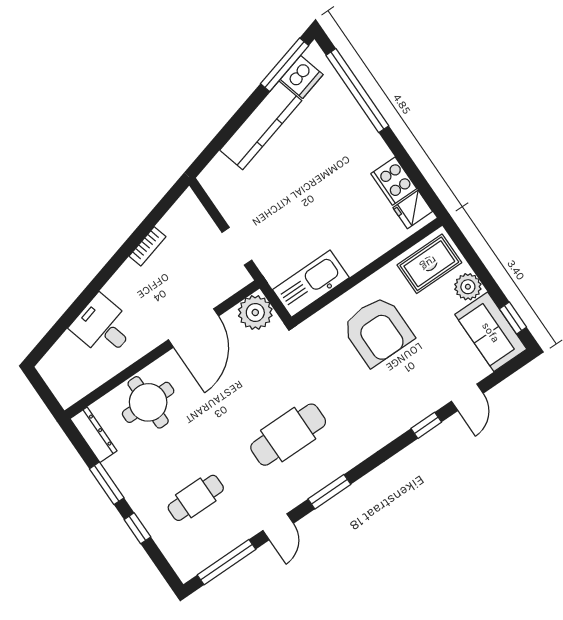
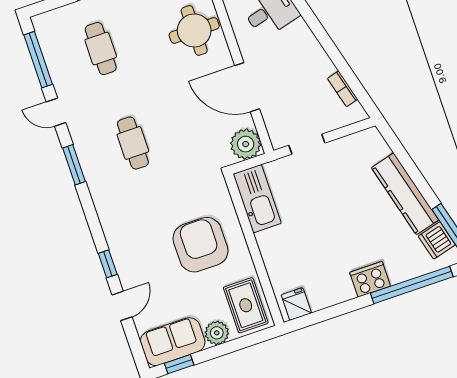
cooker: (394, 181) -> (370, 279), moved
bookcase: (148, 246) -> (343, 89), moved
armchair: (378, 331) -> (201, 245), turned 90
door: (467, 397) -> (122, 306), swing flipped
cafe table: (288, 435) -> (133, 143), width x0.73, depth x0.74

